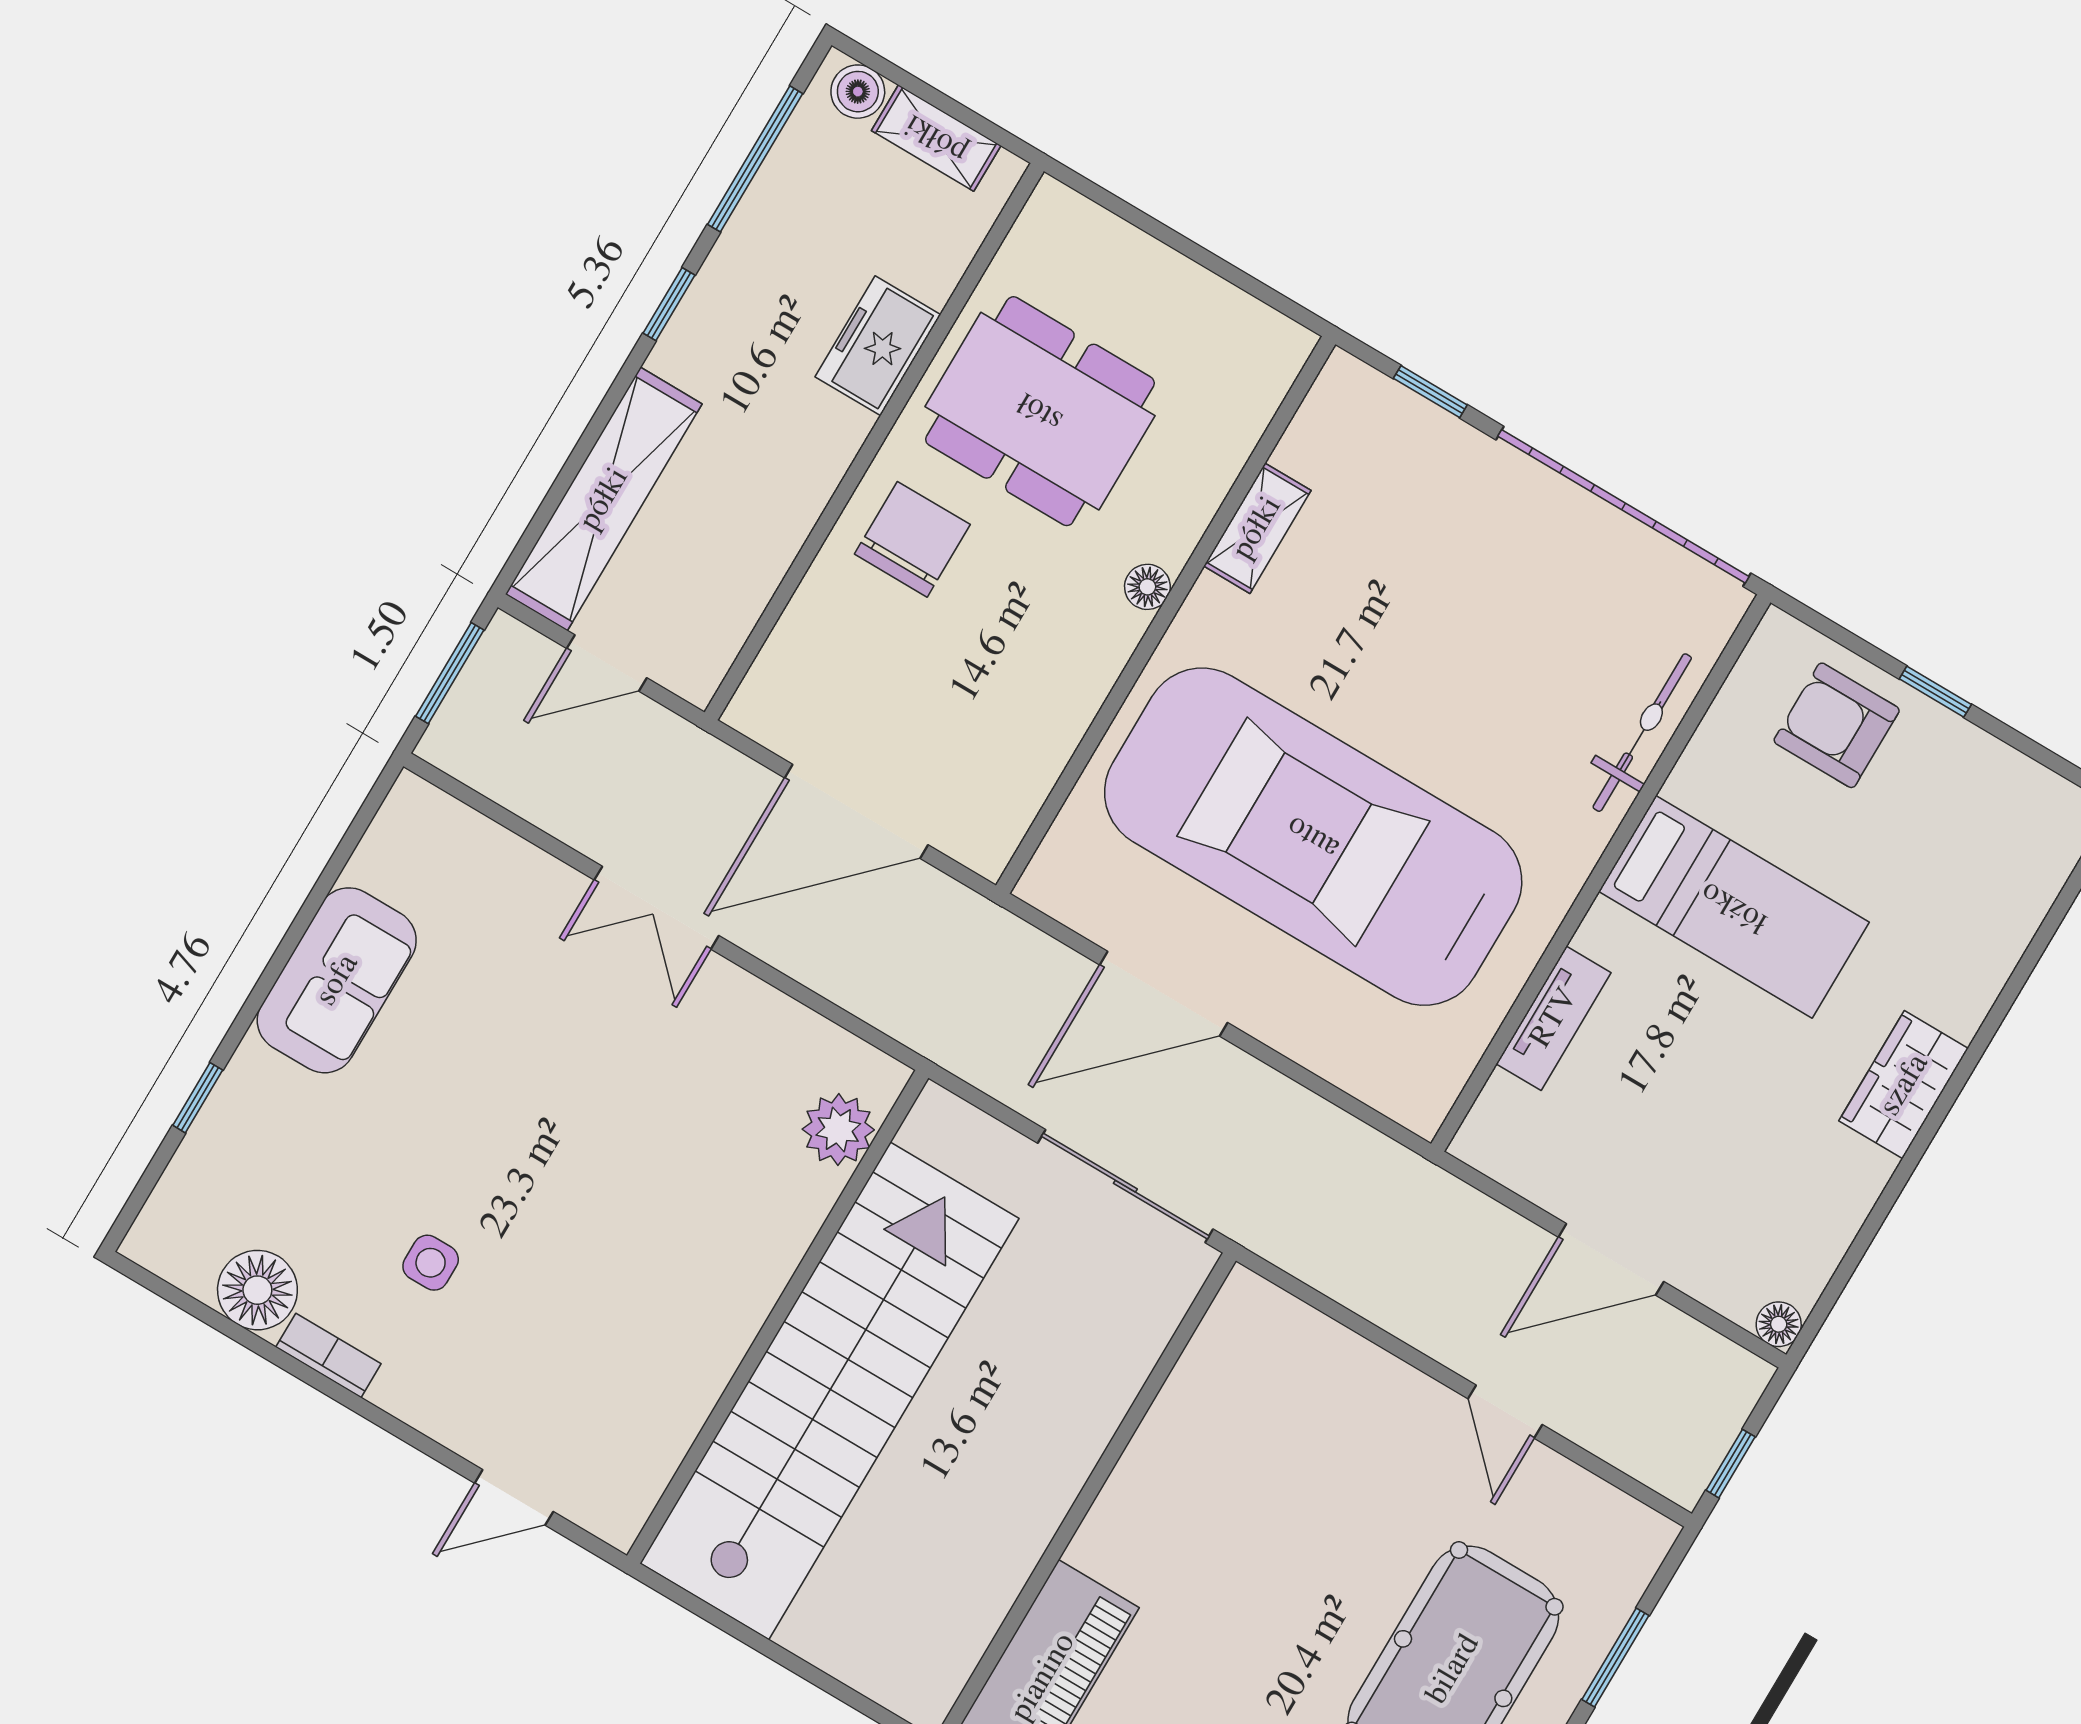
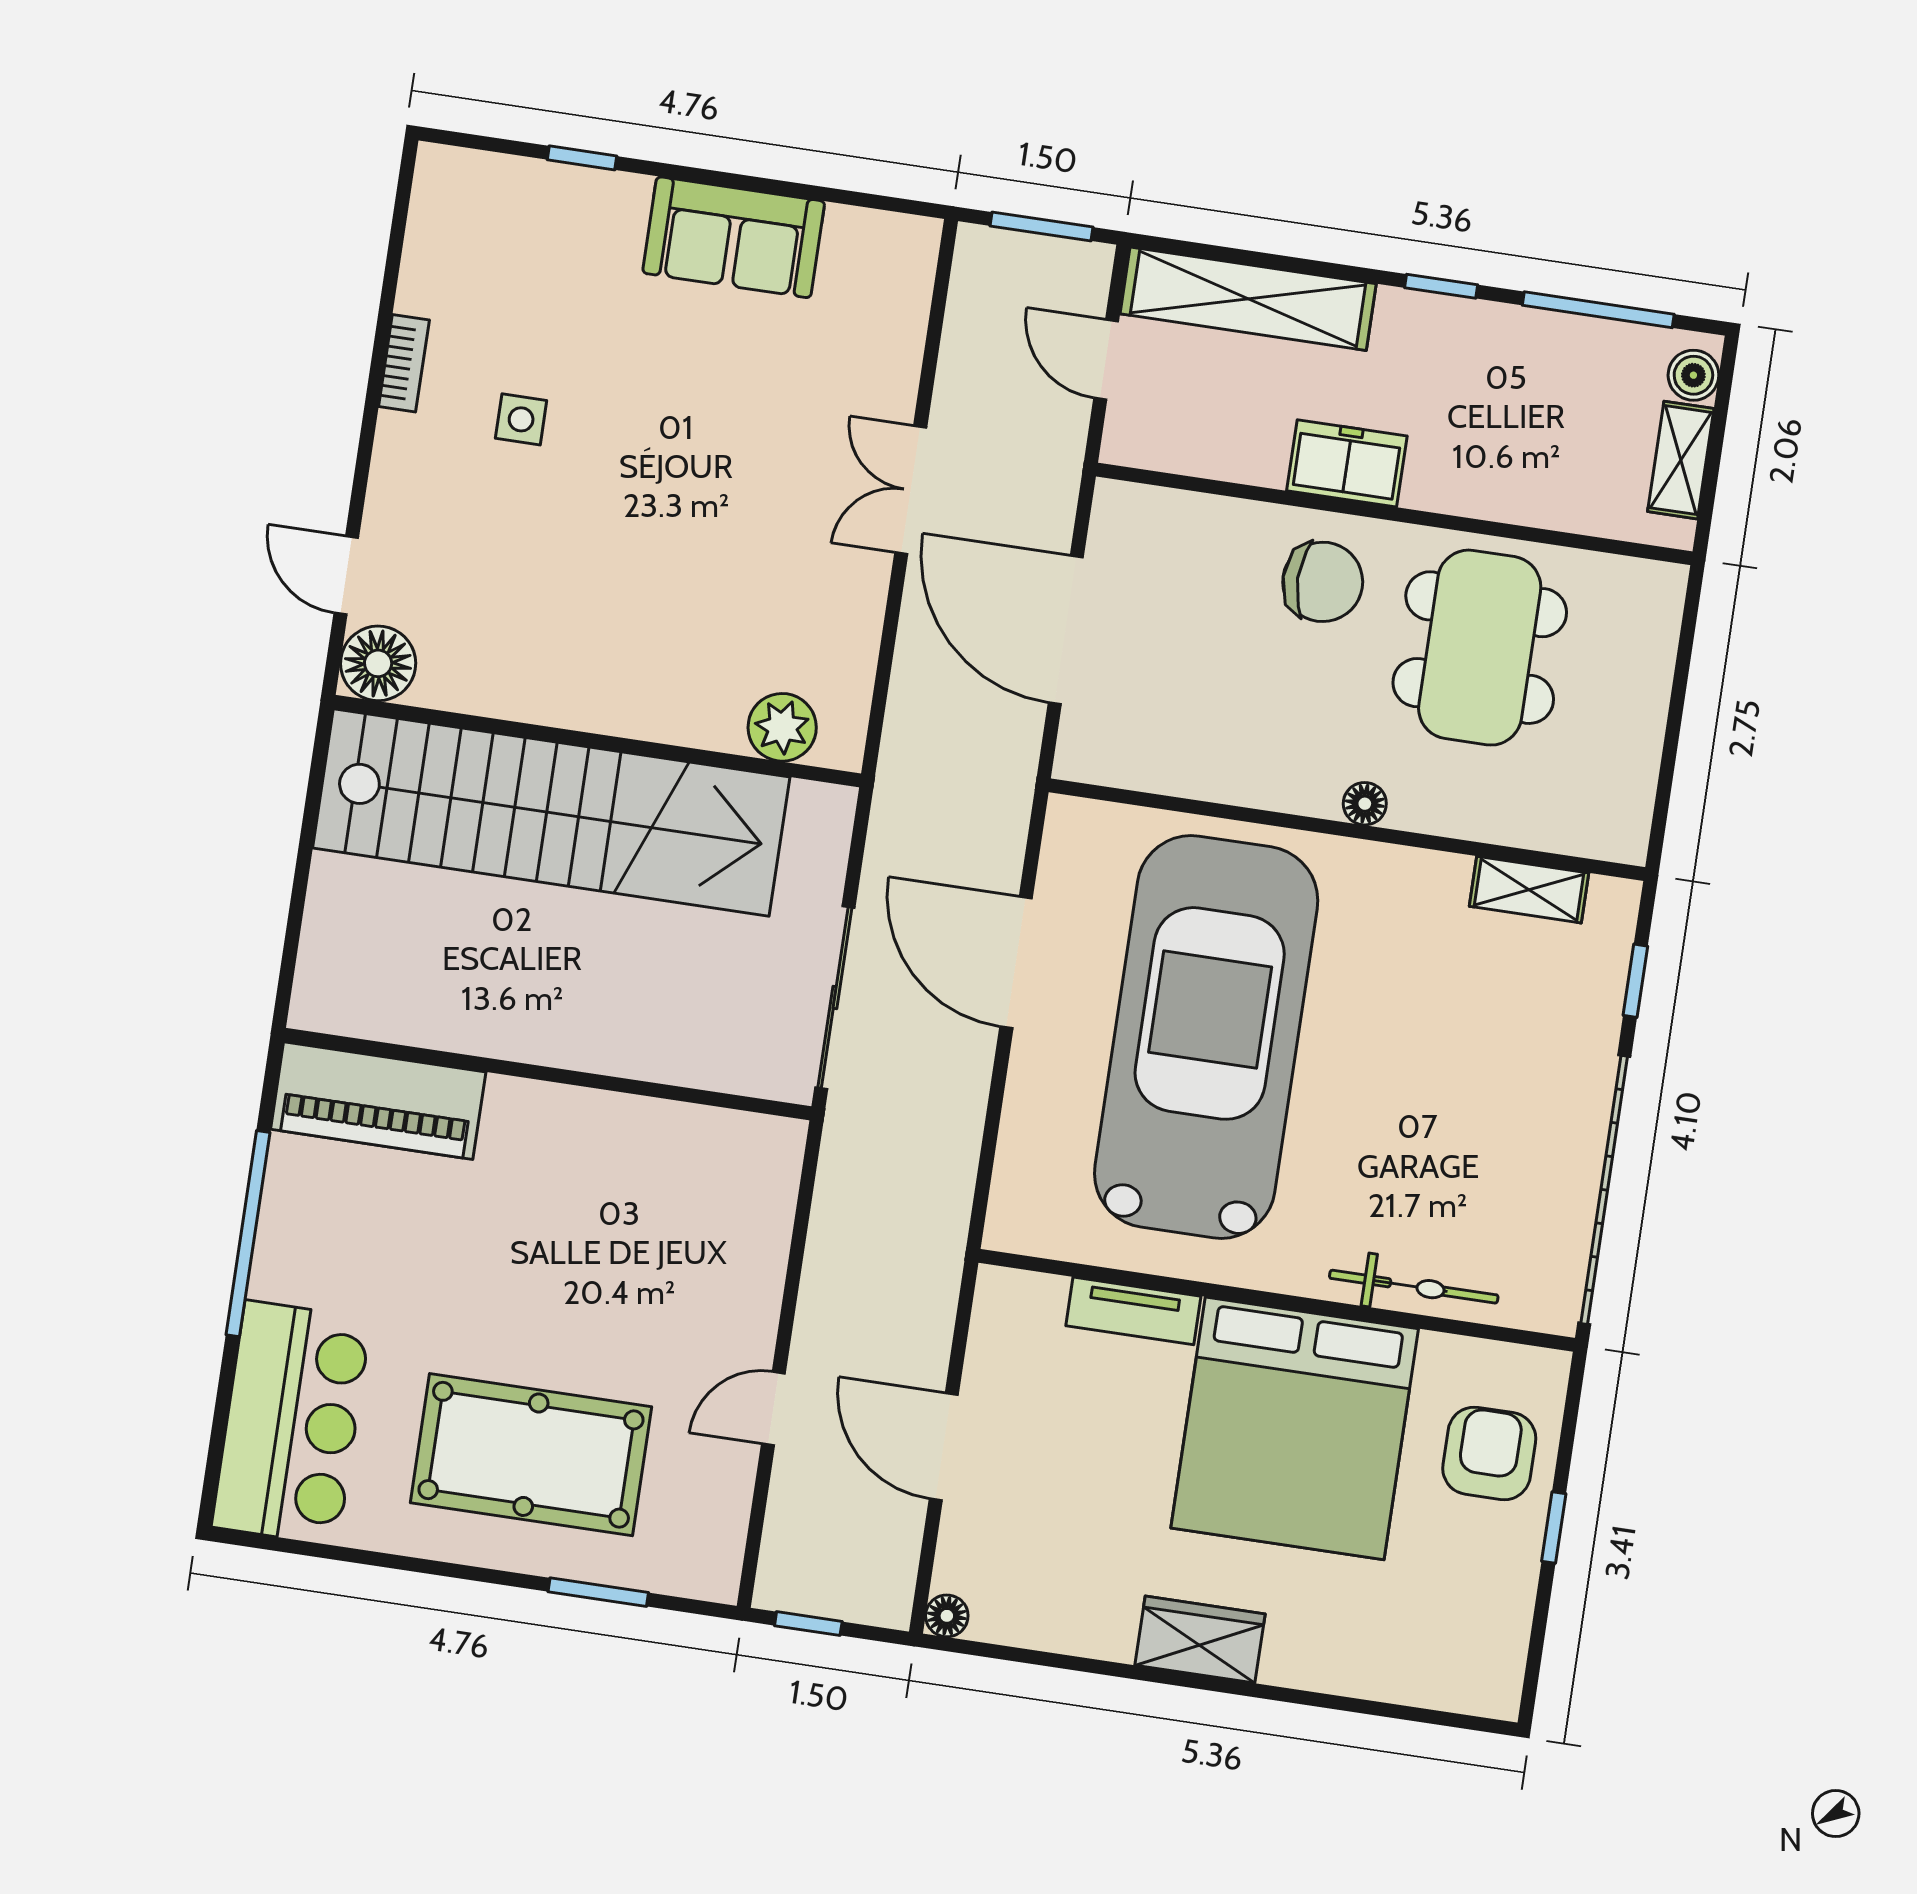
freezer: (878, 346) -> (1347, 463), moved
shelving: (1257, 528) -> (1529, 890), moved
bed: (1734, 907) -> (1295, 1428), width x2.04
floor lamp: (257, 1290) -> (378, 663), moved

